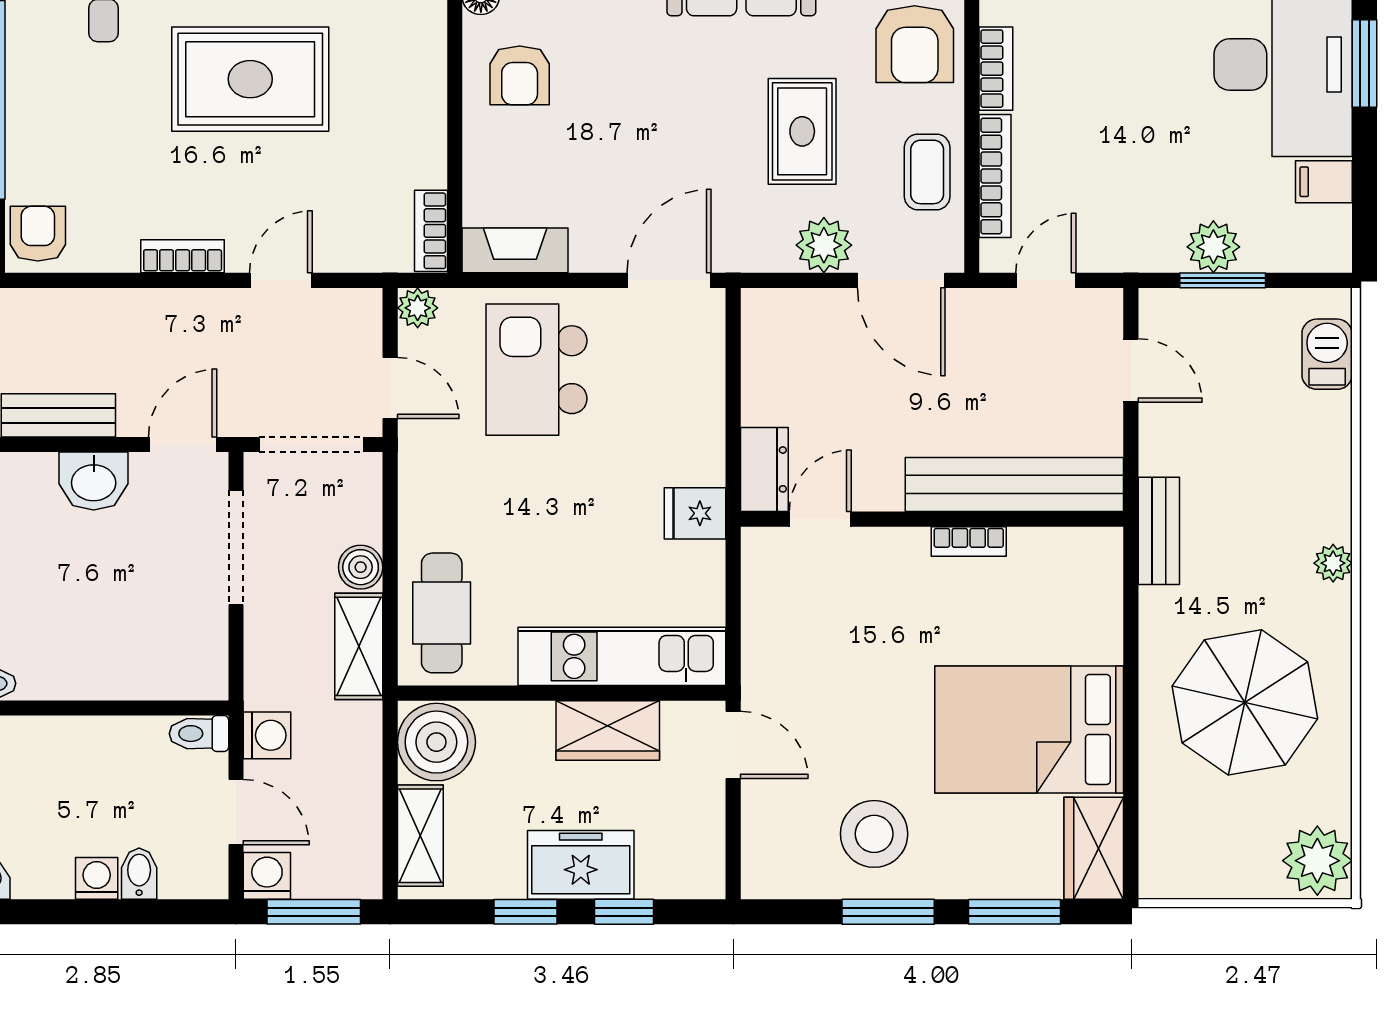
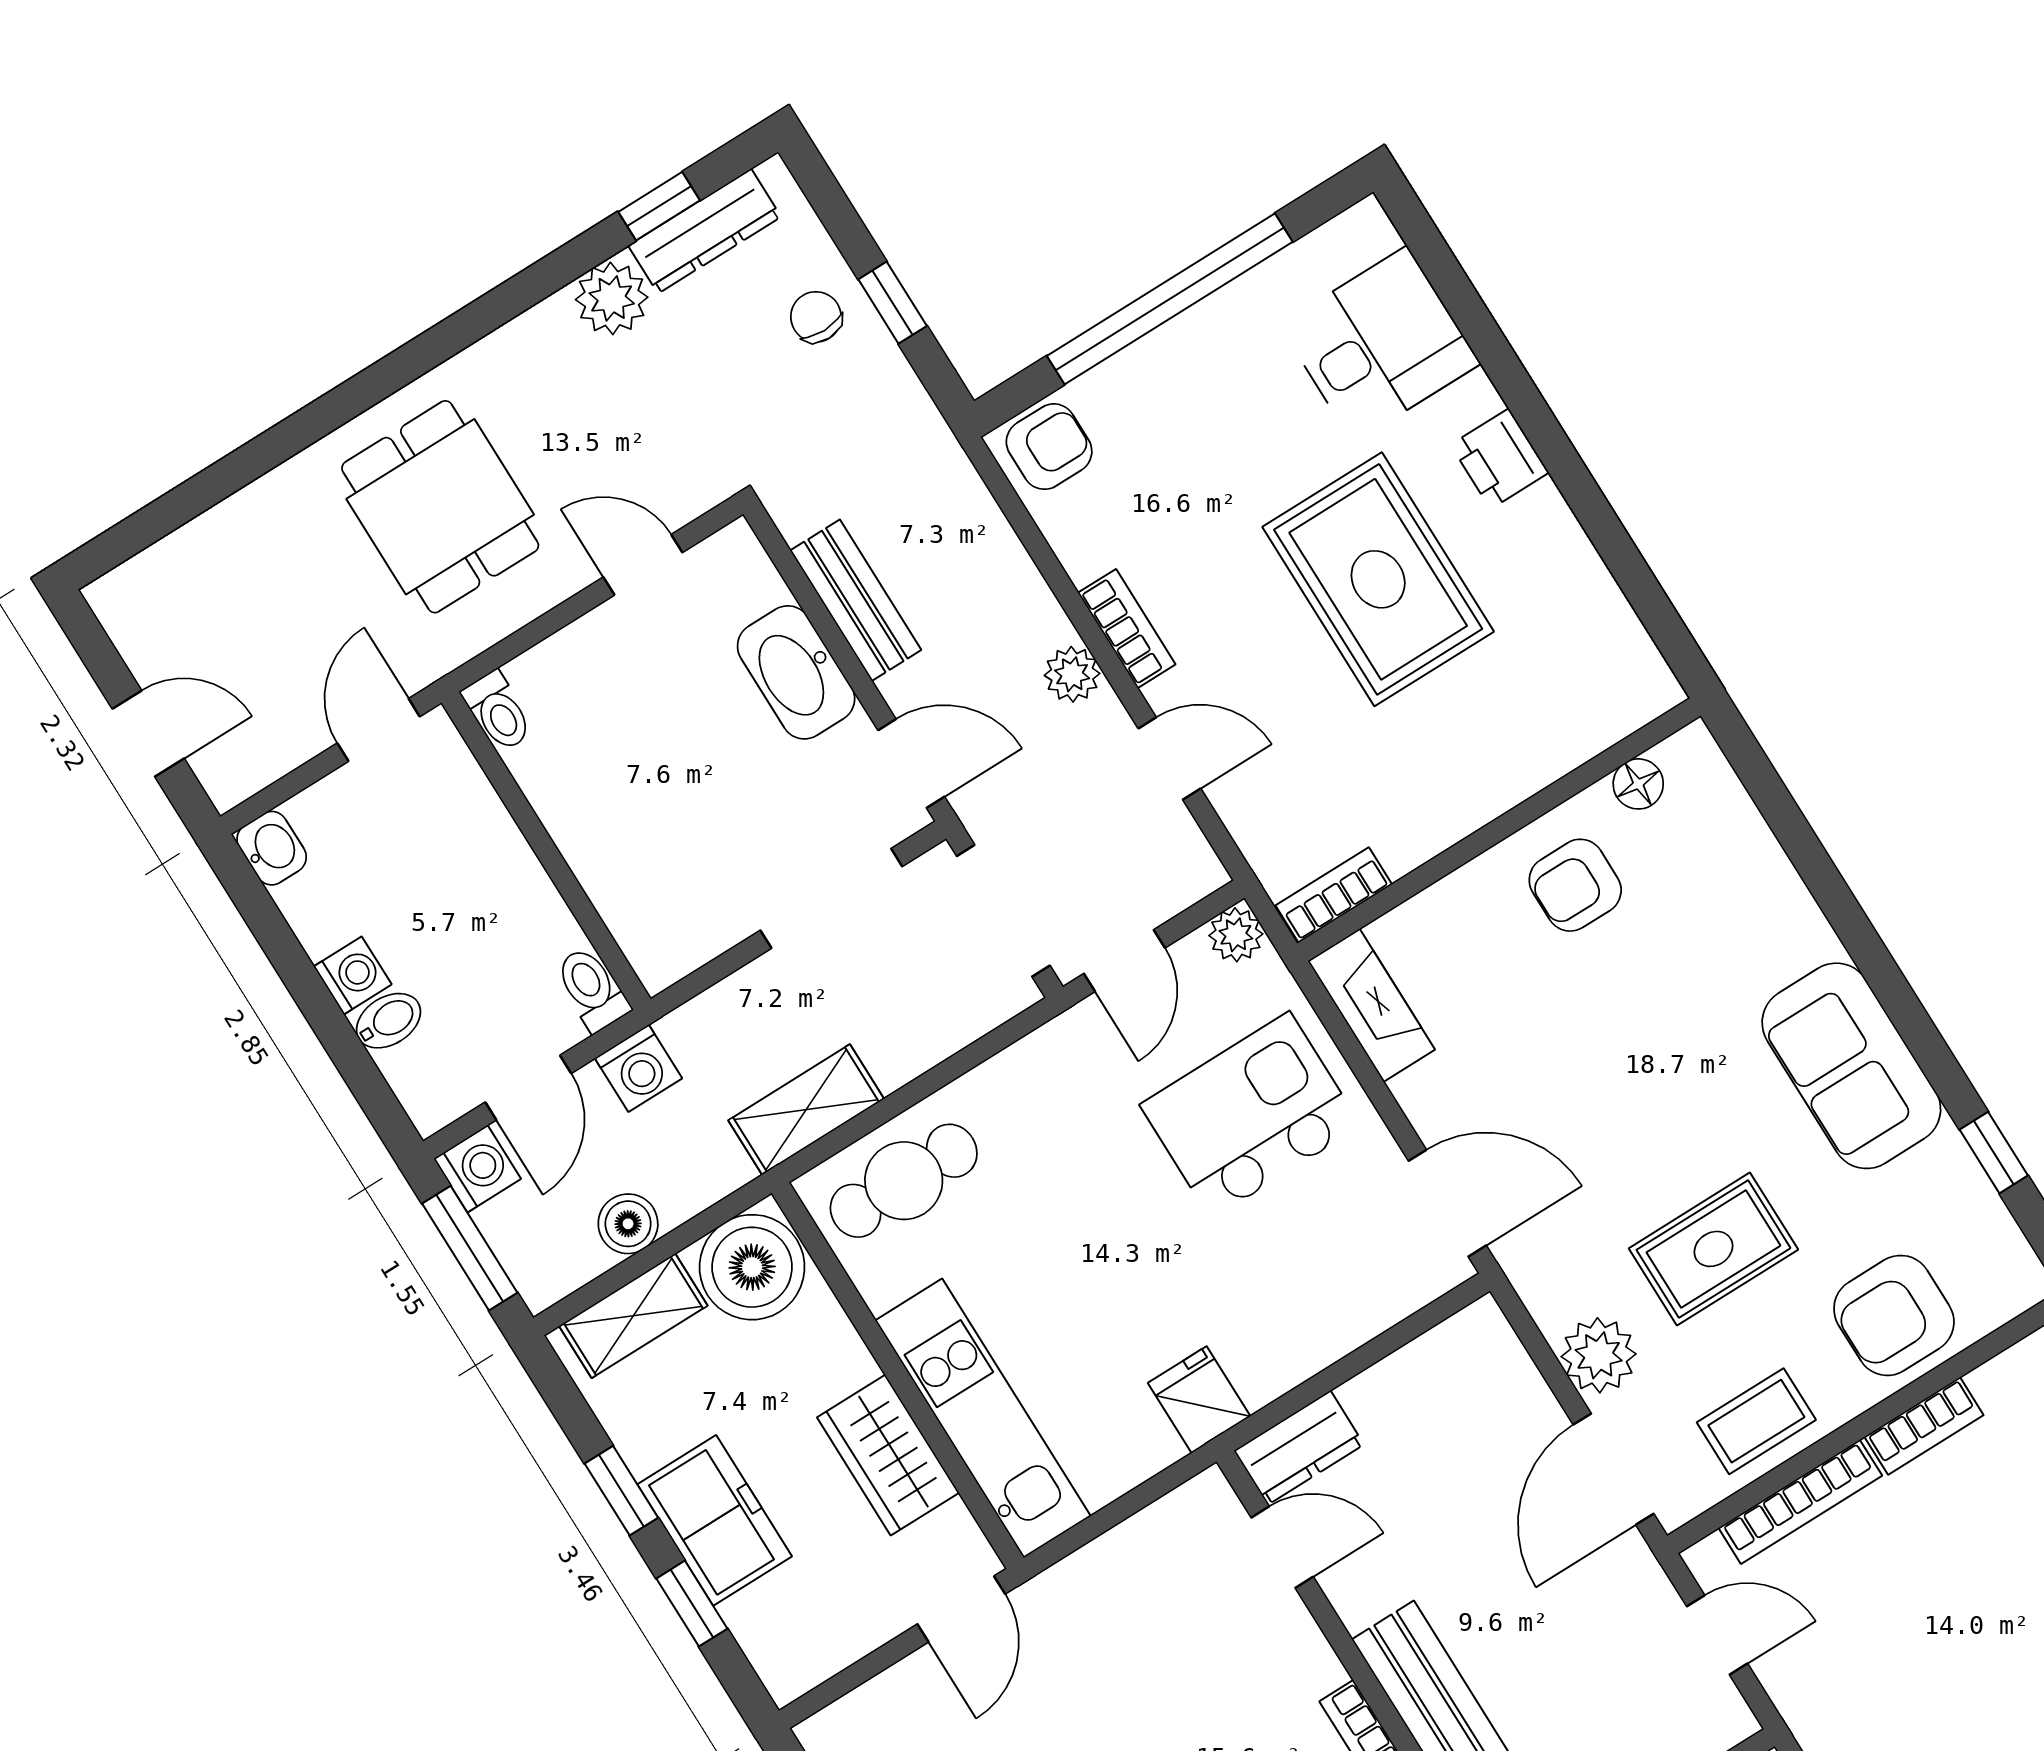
plant: (190, 309) -> (1072, 674), added
washbasin: (94, 481) -> (796, 672), width x1.38
boiler: (361, 567) -> (628, 1224), moved

